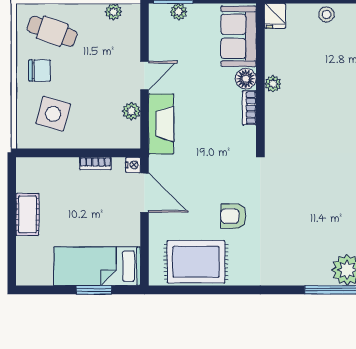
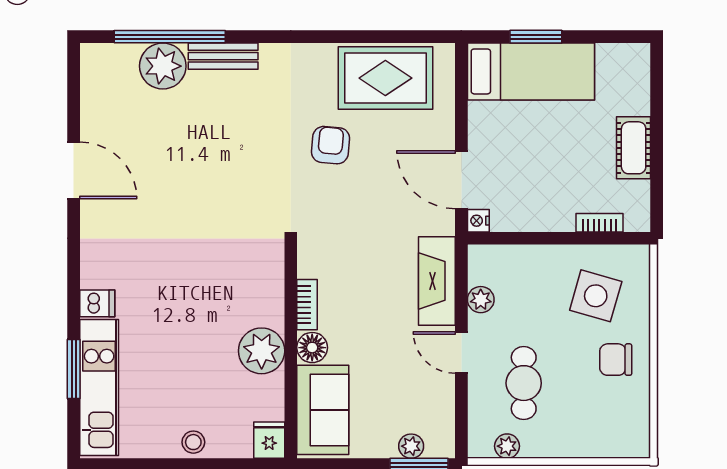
cafe table: (52, 31) -> (524, 383), moved, turned 70
door: (144, 75) -> (461, 352), hinge flipped
plant: (273, 84) -> (262, 351), width x1.87, depth x1.87
bookcase: (95, 163) -> (599, 223), moved
armchair: (233, 216) -> (331, 145), turned -85
bench: (306, 277) -> (223, 56), added

